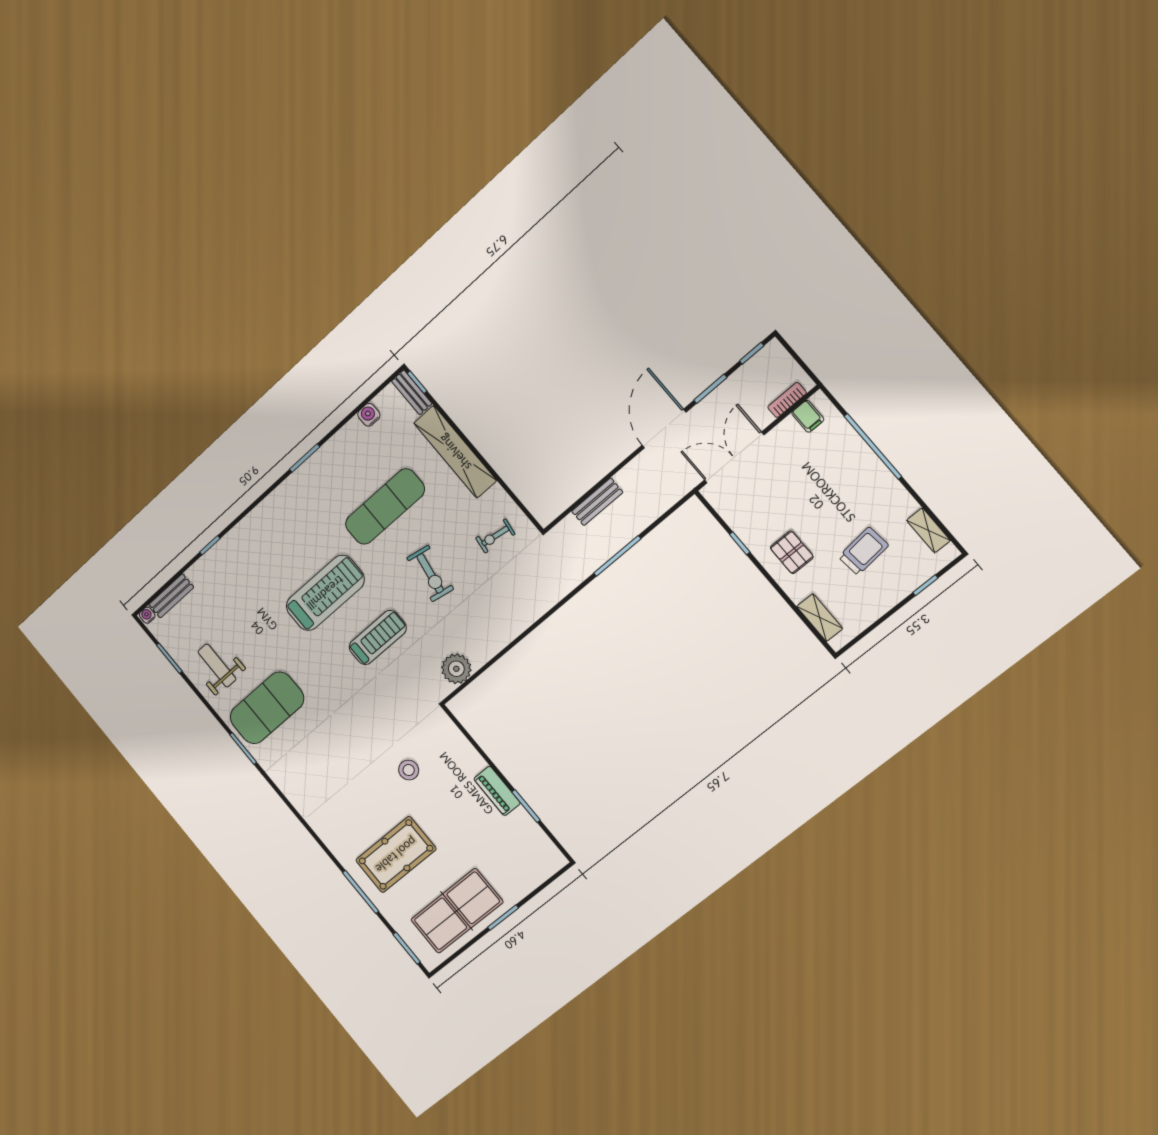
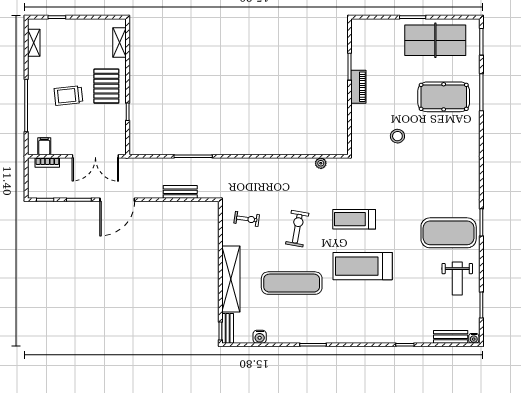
trolley: (863, 551) -> (69, 96), moved
pallet: (792, 552) -> (106, 86), width x1.50, depth x1.42
plant: (456, 669) -> (321, 163), width x0.53, depth x0.53

